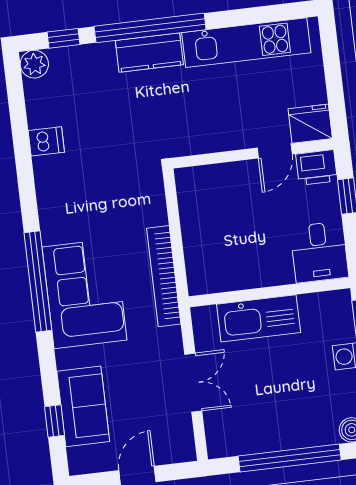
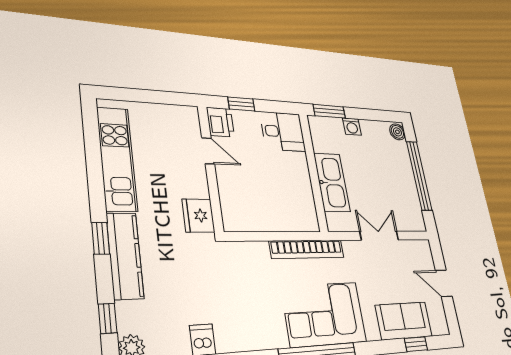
window: (150, 28) -> (101, 238), width x0.32
kitchen counter: (149, 53) -> (125, 256), width x1.50
fridge: (310, 124) -> (198, 216), moved

